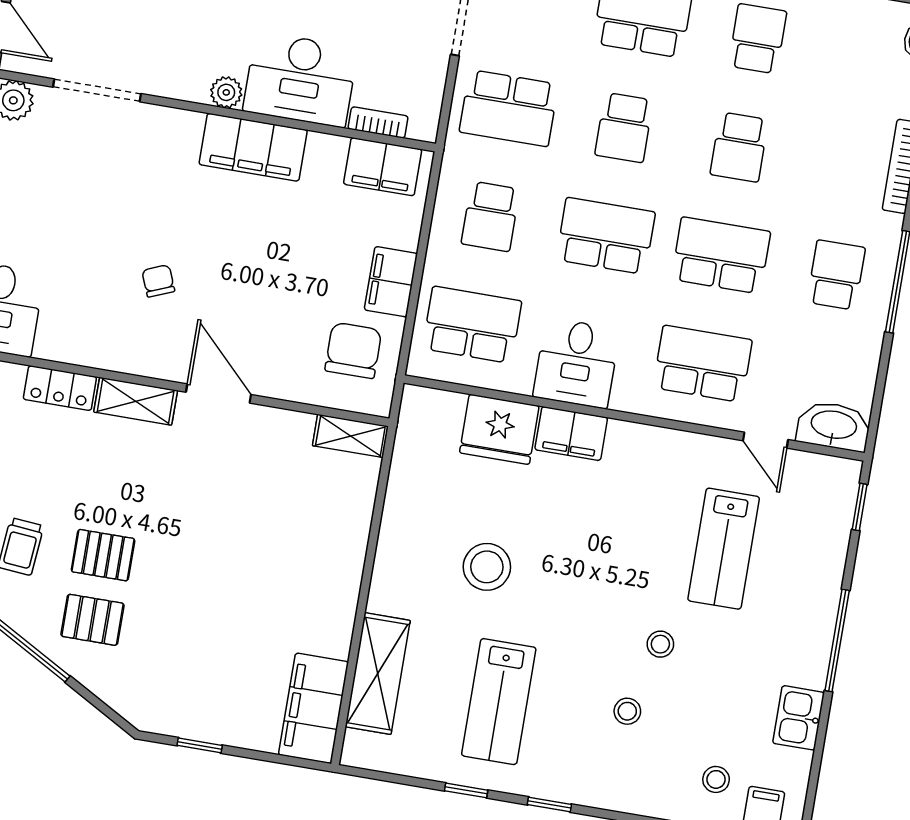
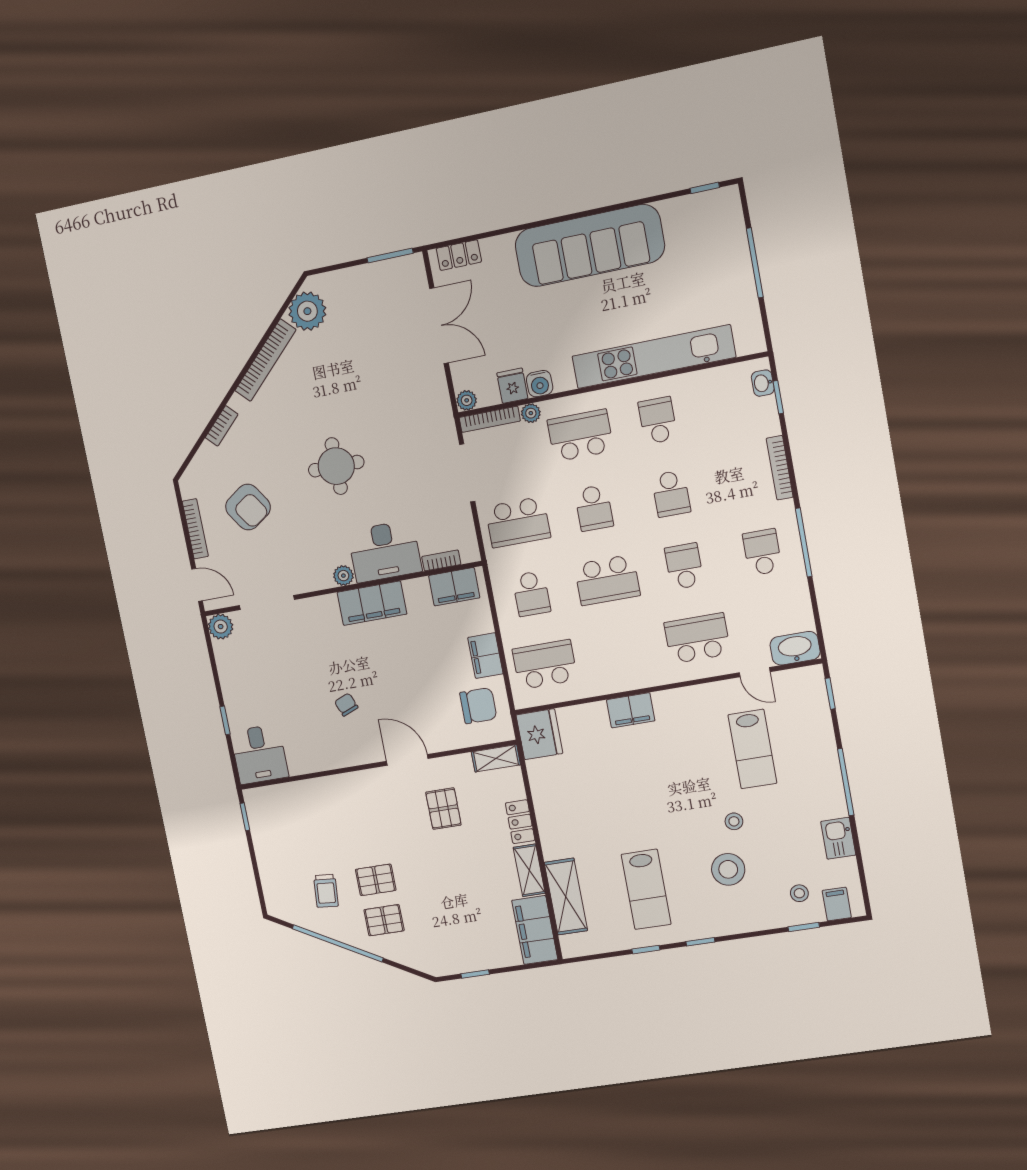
school desk: (606, 236) -> (607, 580), turned 180
school desk: (721, 255) -> (684, 566), width x0.54
chair: (353, 350) -> (478, 706), turned 90
desk: (576, 363) -> (618, 666), removed
locker: (60, 388) -> (520, 822), moved, turned 90
shelving: (136, 401) -> (529, 870), moved, turned 90
fridge: (499, 429) -> (539, 734), moved, turned -90
pallet: (245, 483) -> (443, 809), added
stool: (487, 567) -> (609, 810), removed
stool: (627, 711) -> (728, 869), width x1.89, depth x1.89

